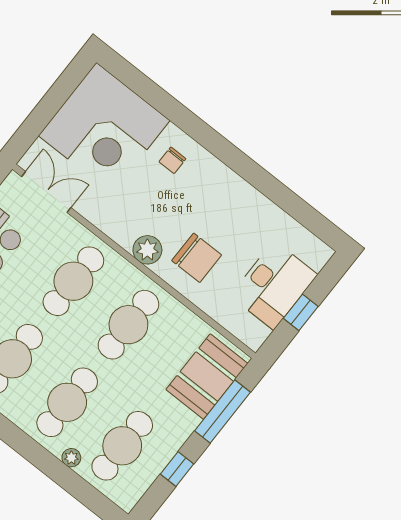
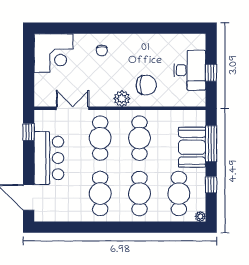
corner desk: (104, 128) -> (54, 53), width x0.74, depth x0.74
double door: (46, 192) -> (73, 108), moved
booth: (207, 377) -> (192, 147), moved
plant: (71, 458) -> (200, 216), moved

